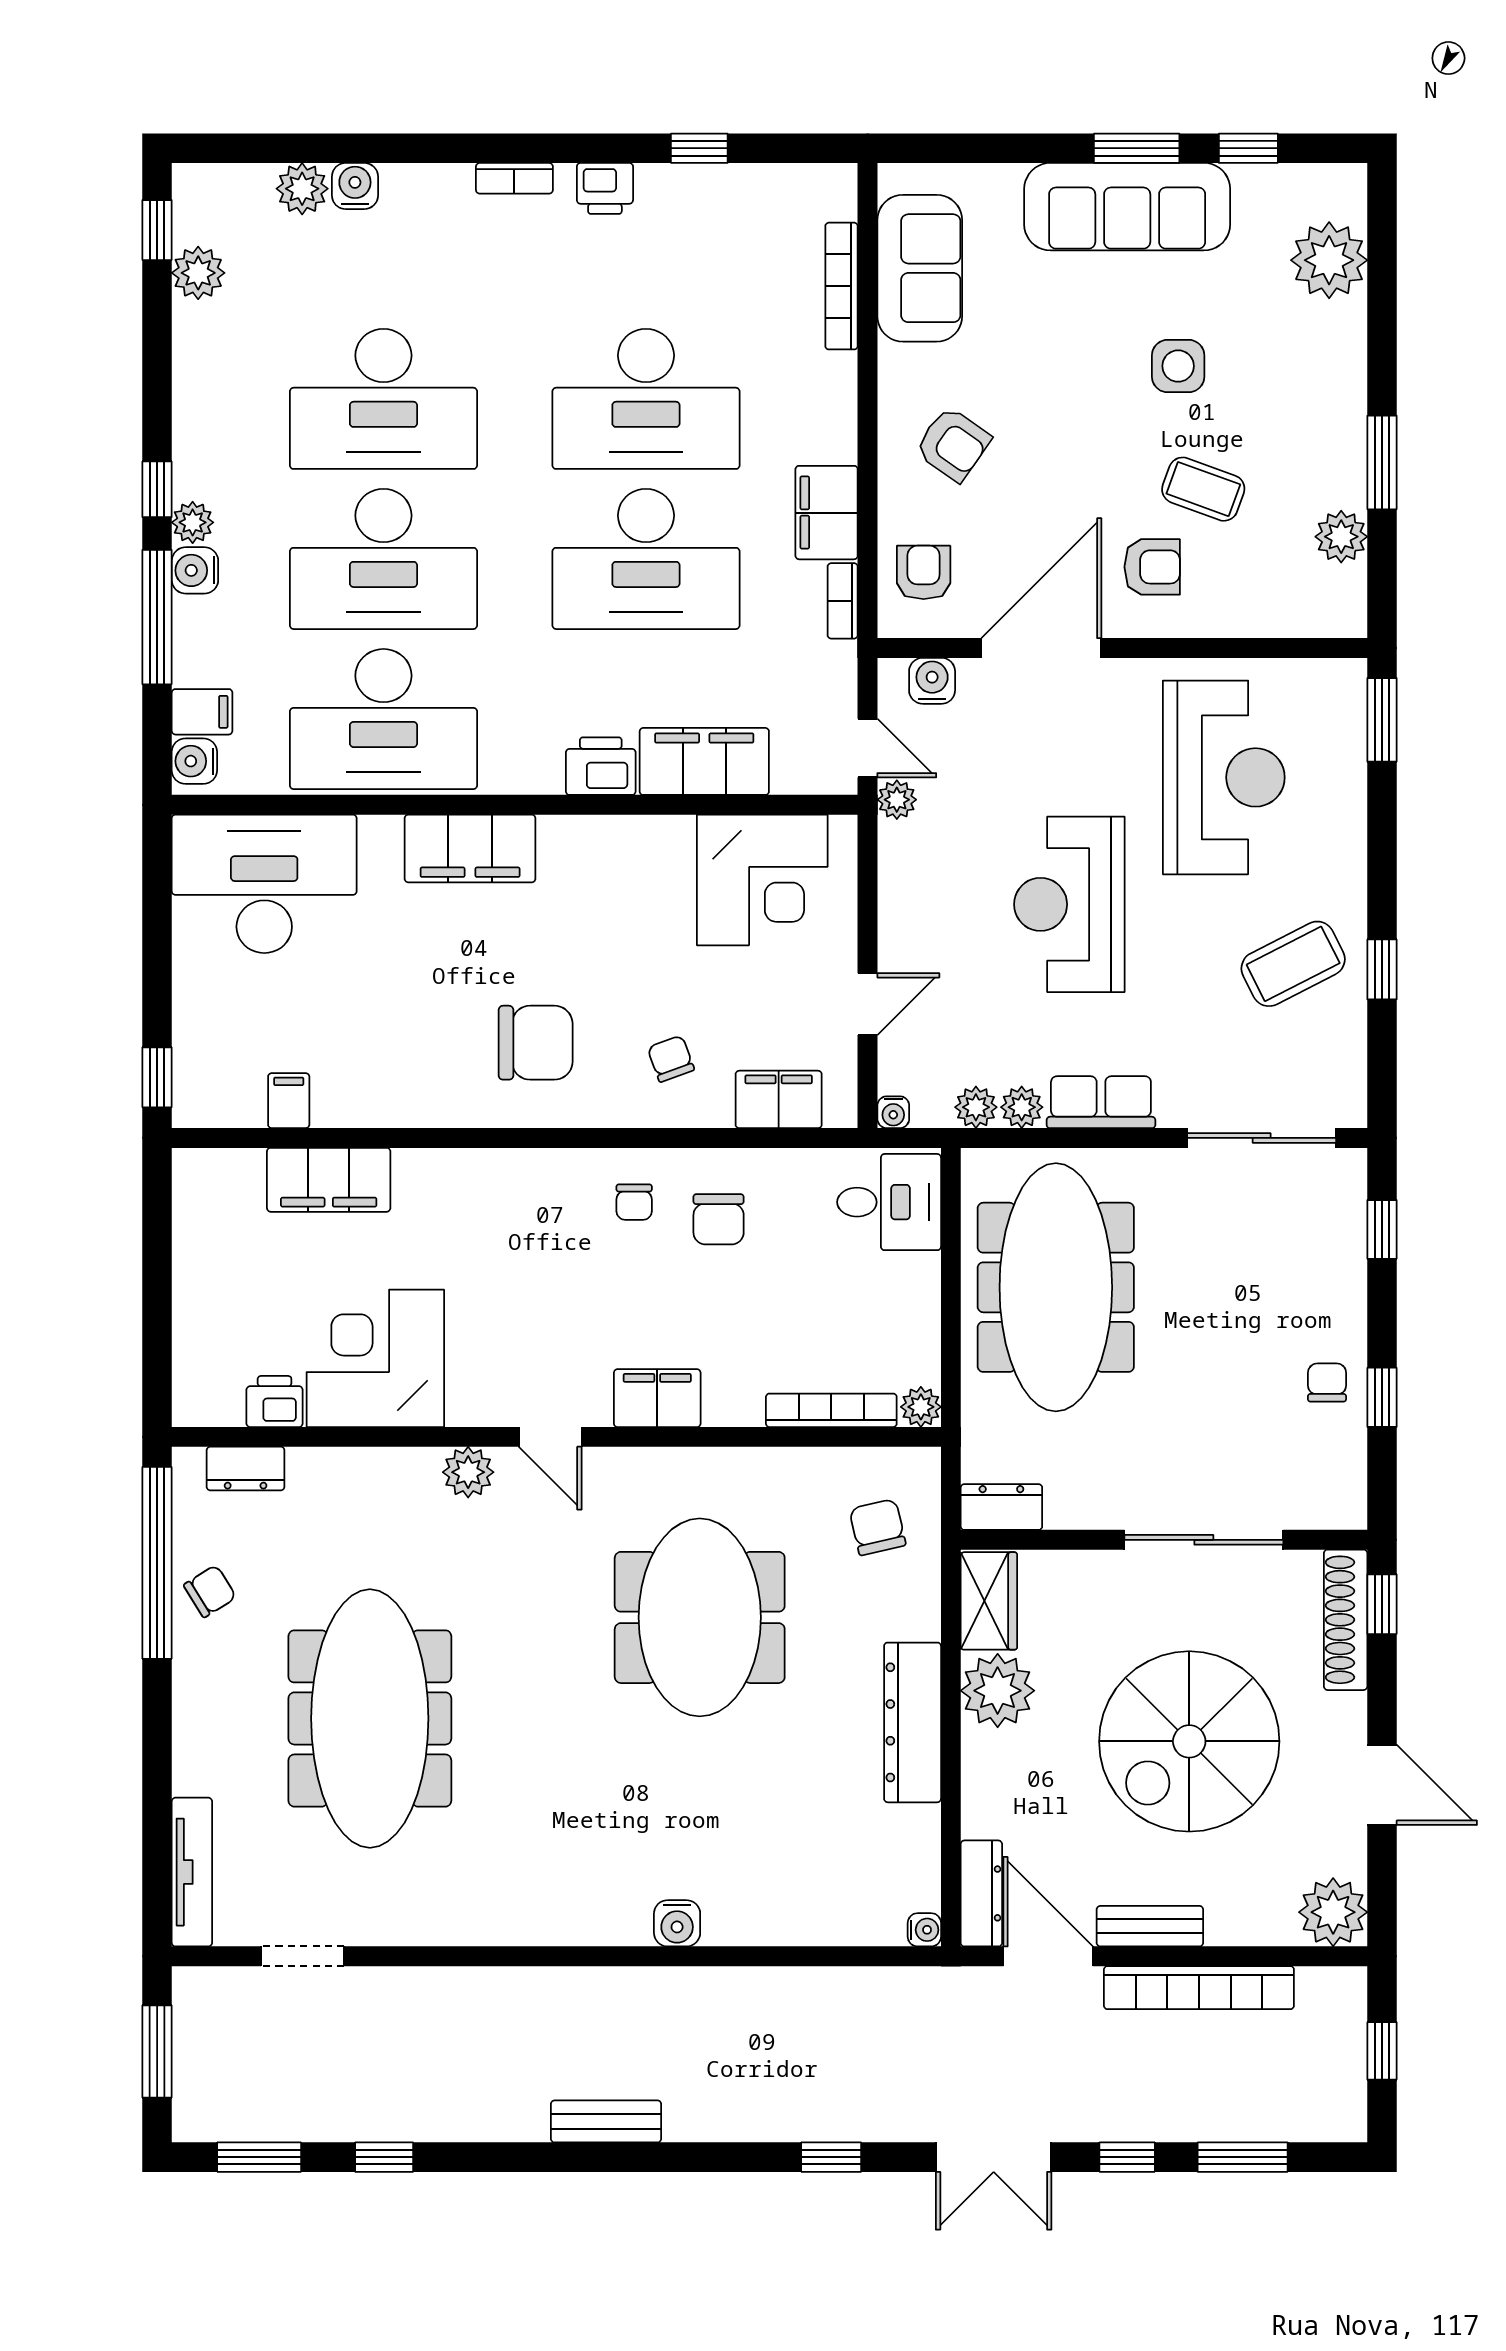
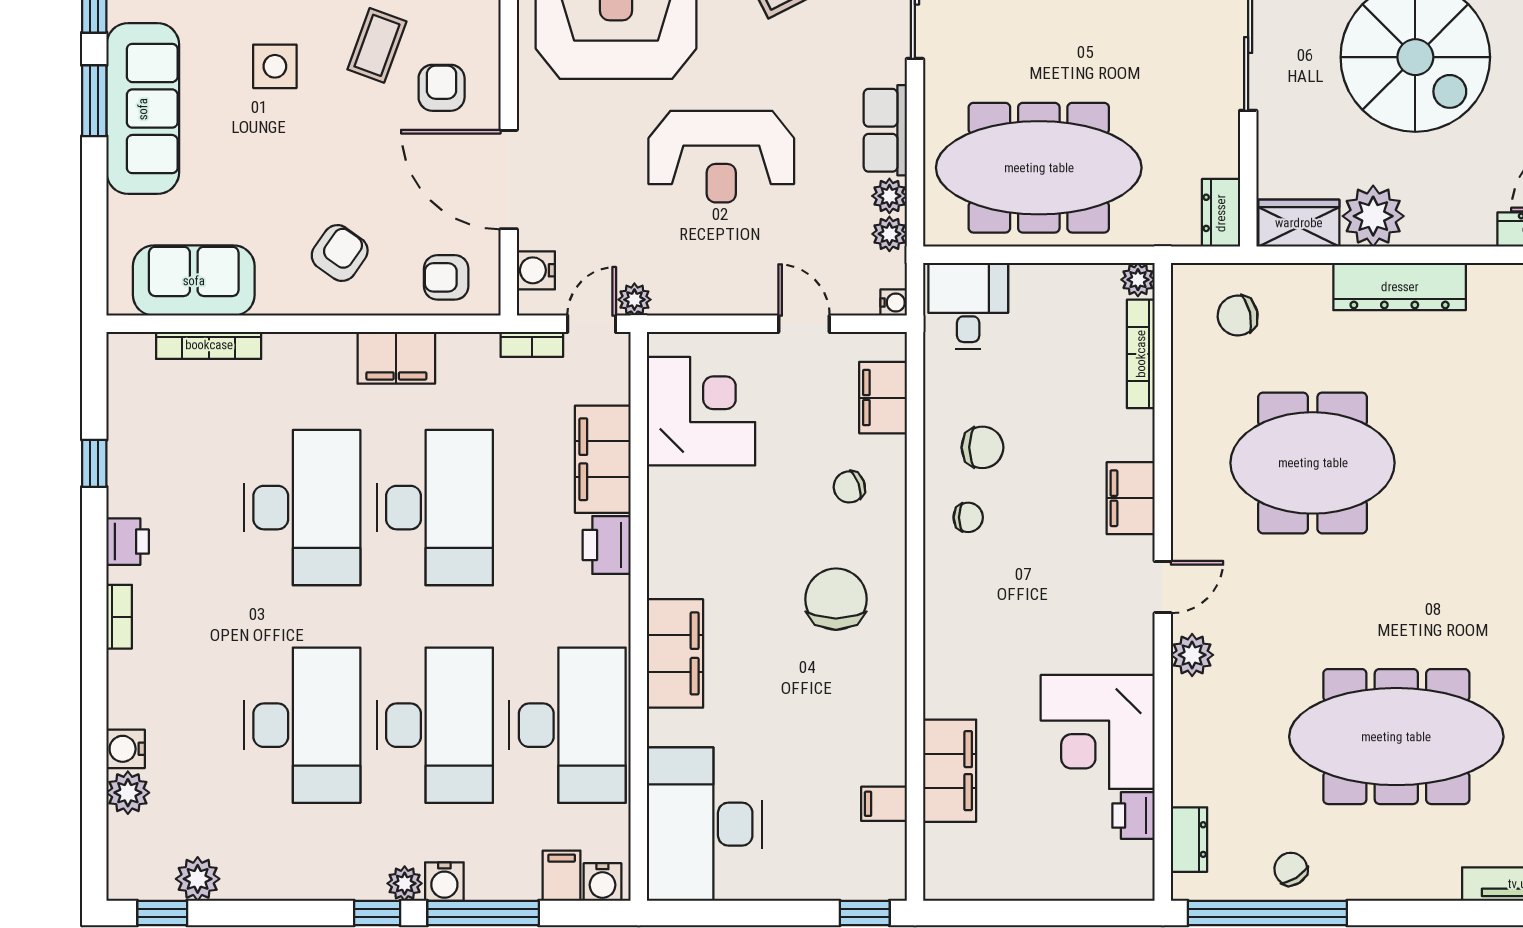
bookcase: (843, 601) -> (532, 344), moved

